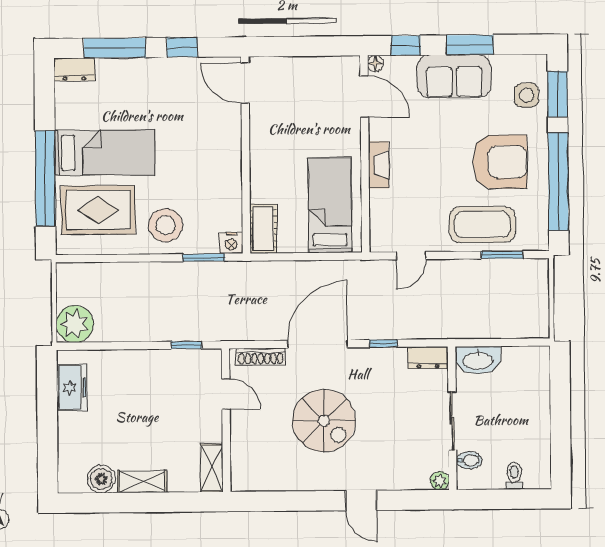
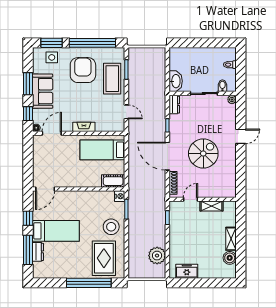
dresser: (74, 69) -> (38, 252), moved
bed: (105, 153) -> (56, 231), moved, turned 90
plant: (75, 324) -> (157, 256), moved
shelving: (212, 468) -> (211, 206), moved

